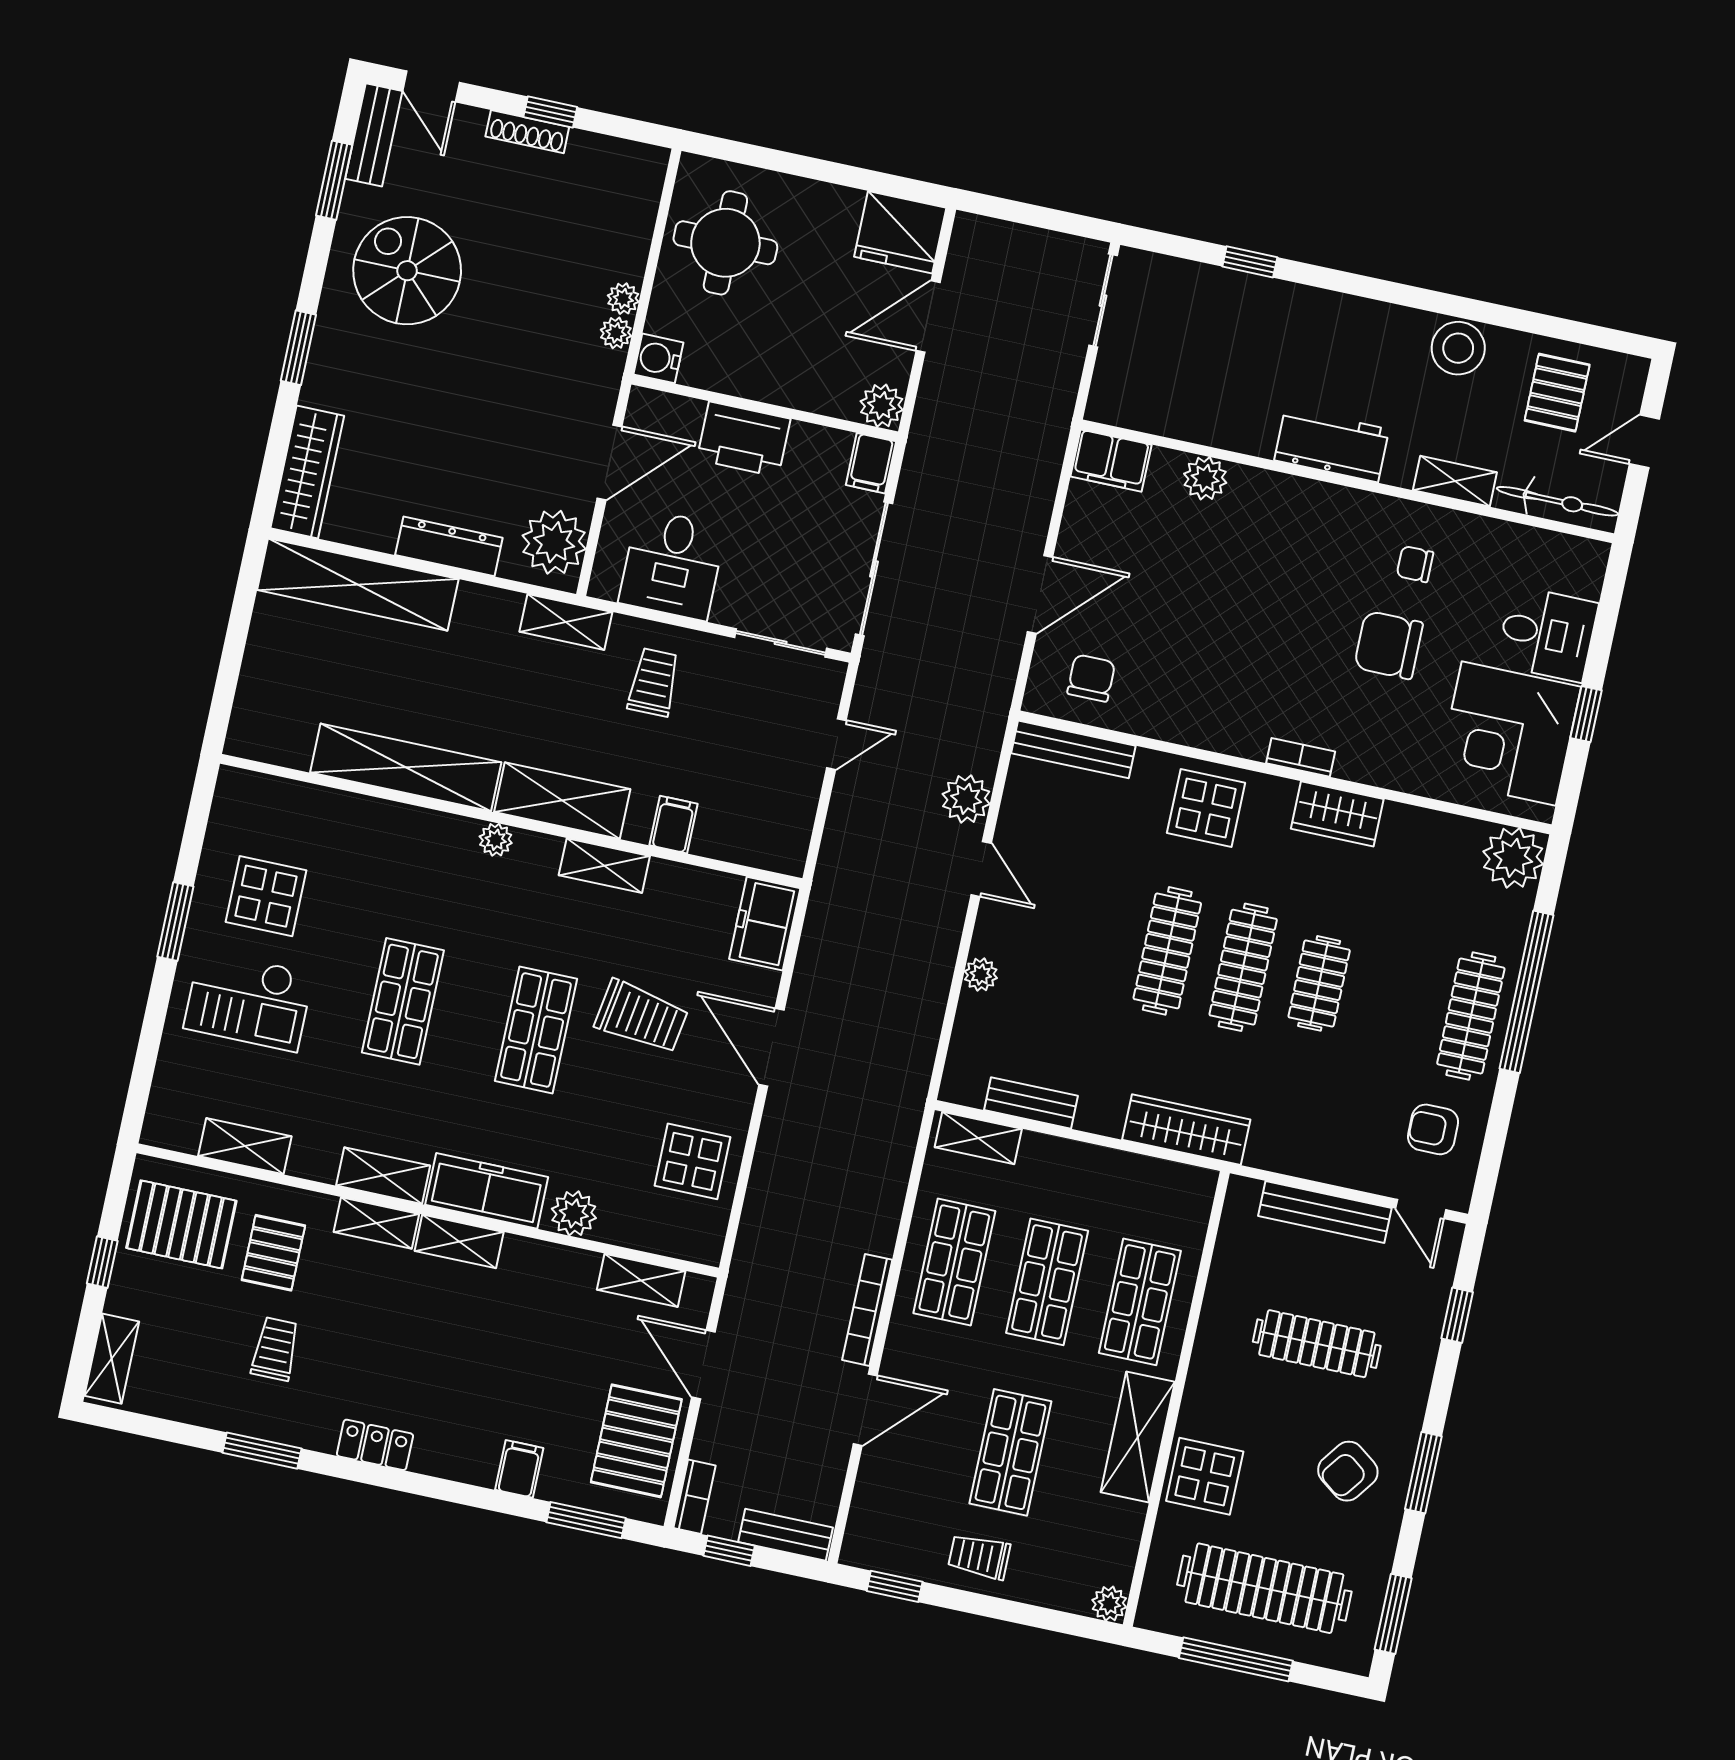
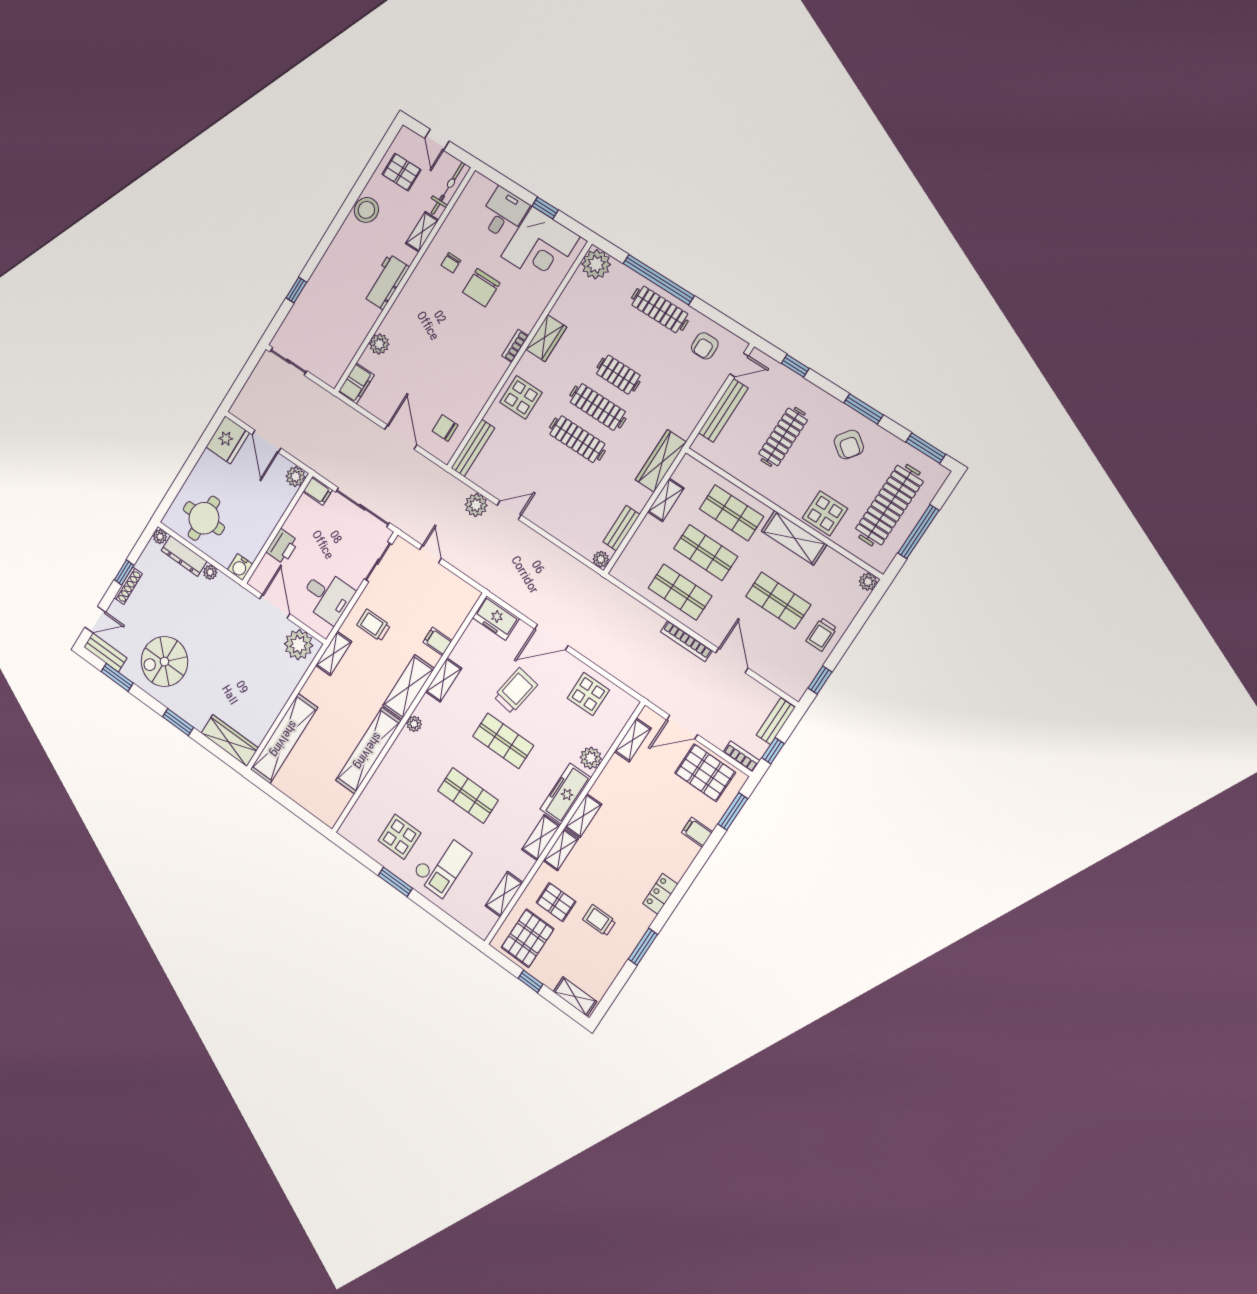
plant: (616, 333) -> (160, 537), moved
printer: (744, 439) -> (282, 546), width x0.73, depth x0.84
dresser: (449, 546) -> (184, 556), moved, turned -90
plant: (981, 975) -> (601, 559), moved
shelving: (978, 1138) -> (666, 500), moved

